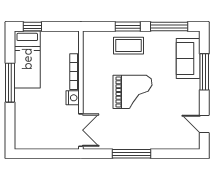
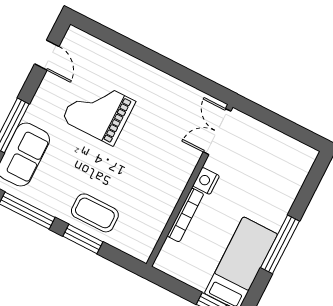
grand piano: (132, 92) -> (99, 111), moved
window: (132, 154) -> (165, 65), removed

